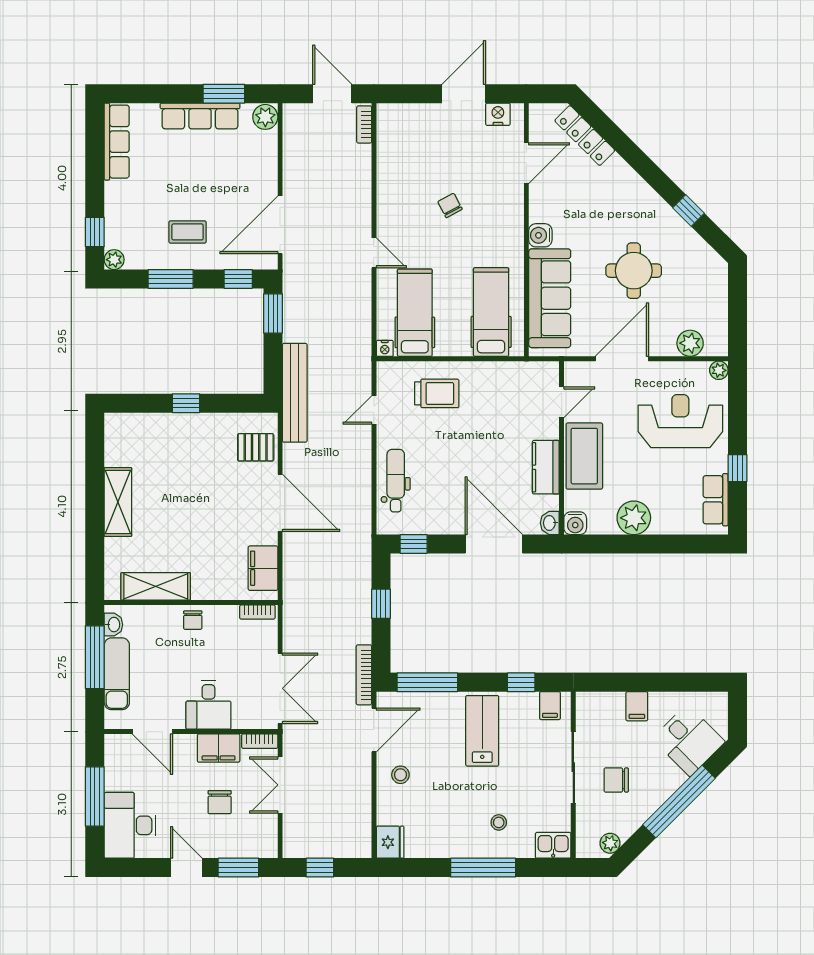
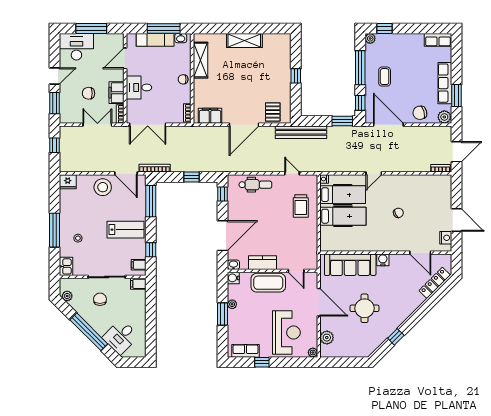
row of seats: (117, 142) -> (438, 40), width x0.68
chair: (257, 164) -> (420, 113), added
window: (171, 279) -> (360, 68), width x1.44
hospital bed: (491, 312) -> (343, 216), moved
plant: (634, 518) -> (232, 304), width x0.53, depth x0.53
window: (645, 544) -> (223, 314), added
filing cabinet: (637, 706) -> (138, 284), moved
stool: (400, 775) -> (103, 187), width x1.89, depth x1.89

